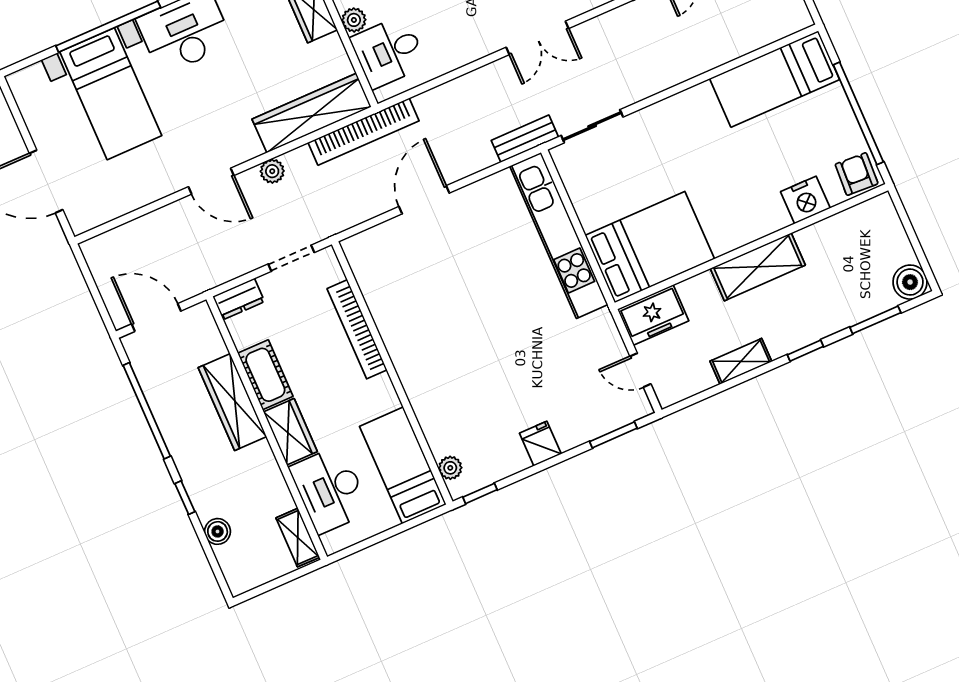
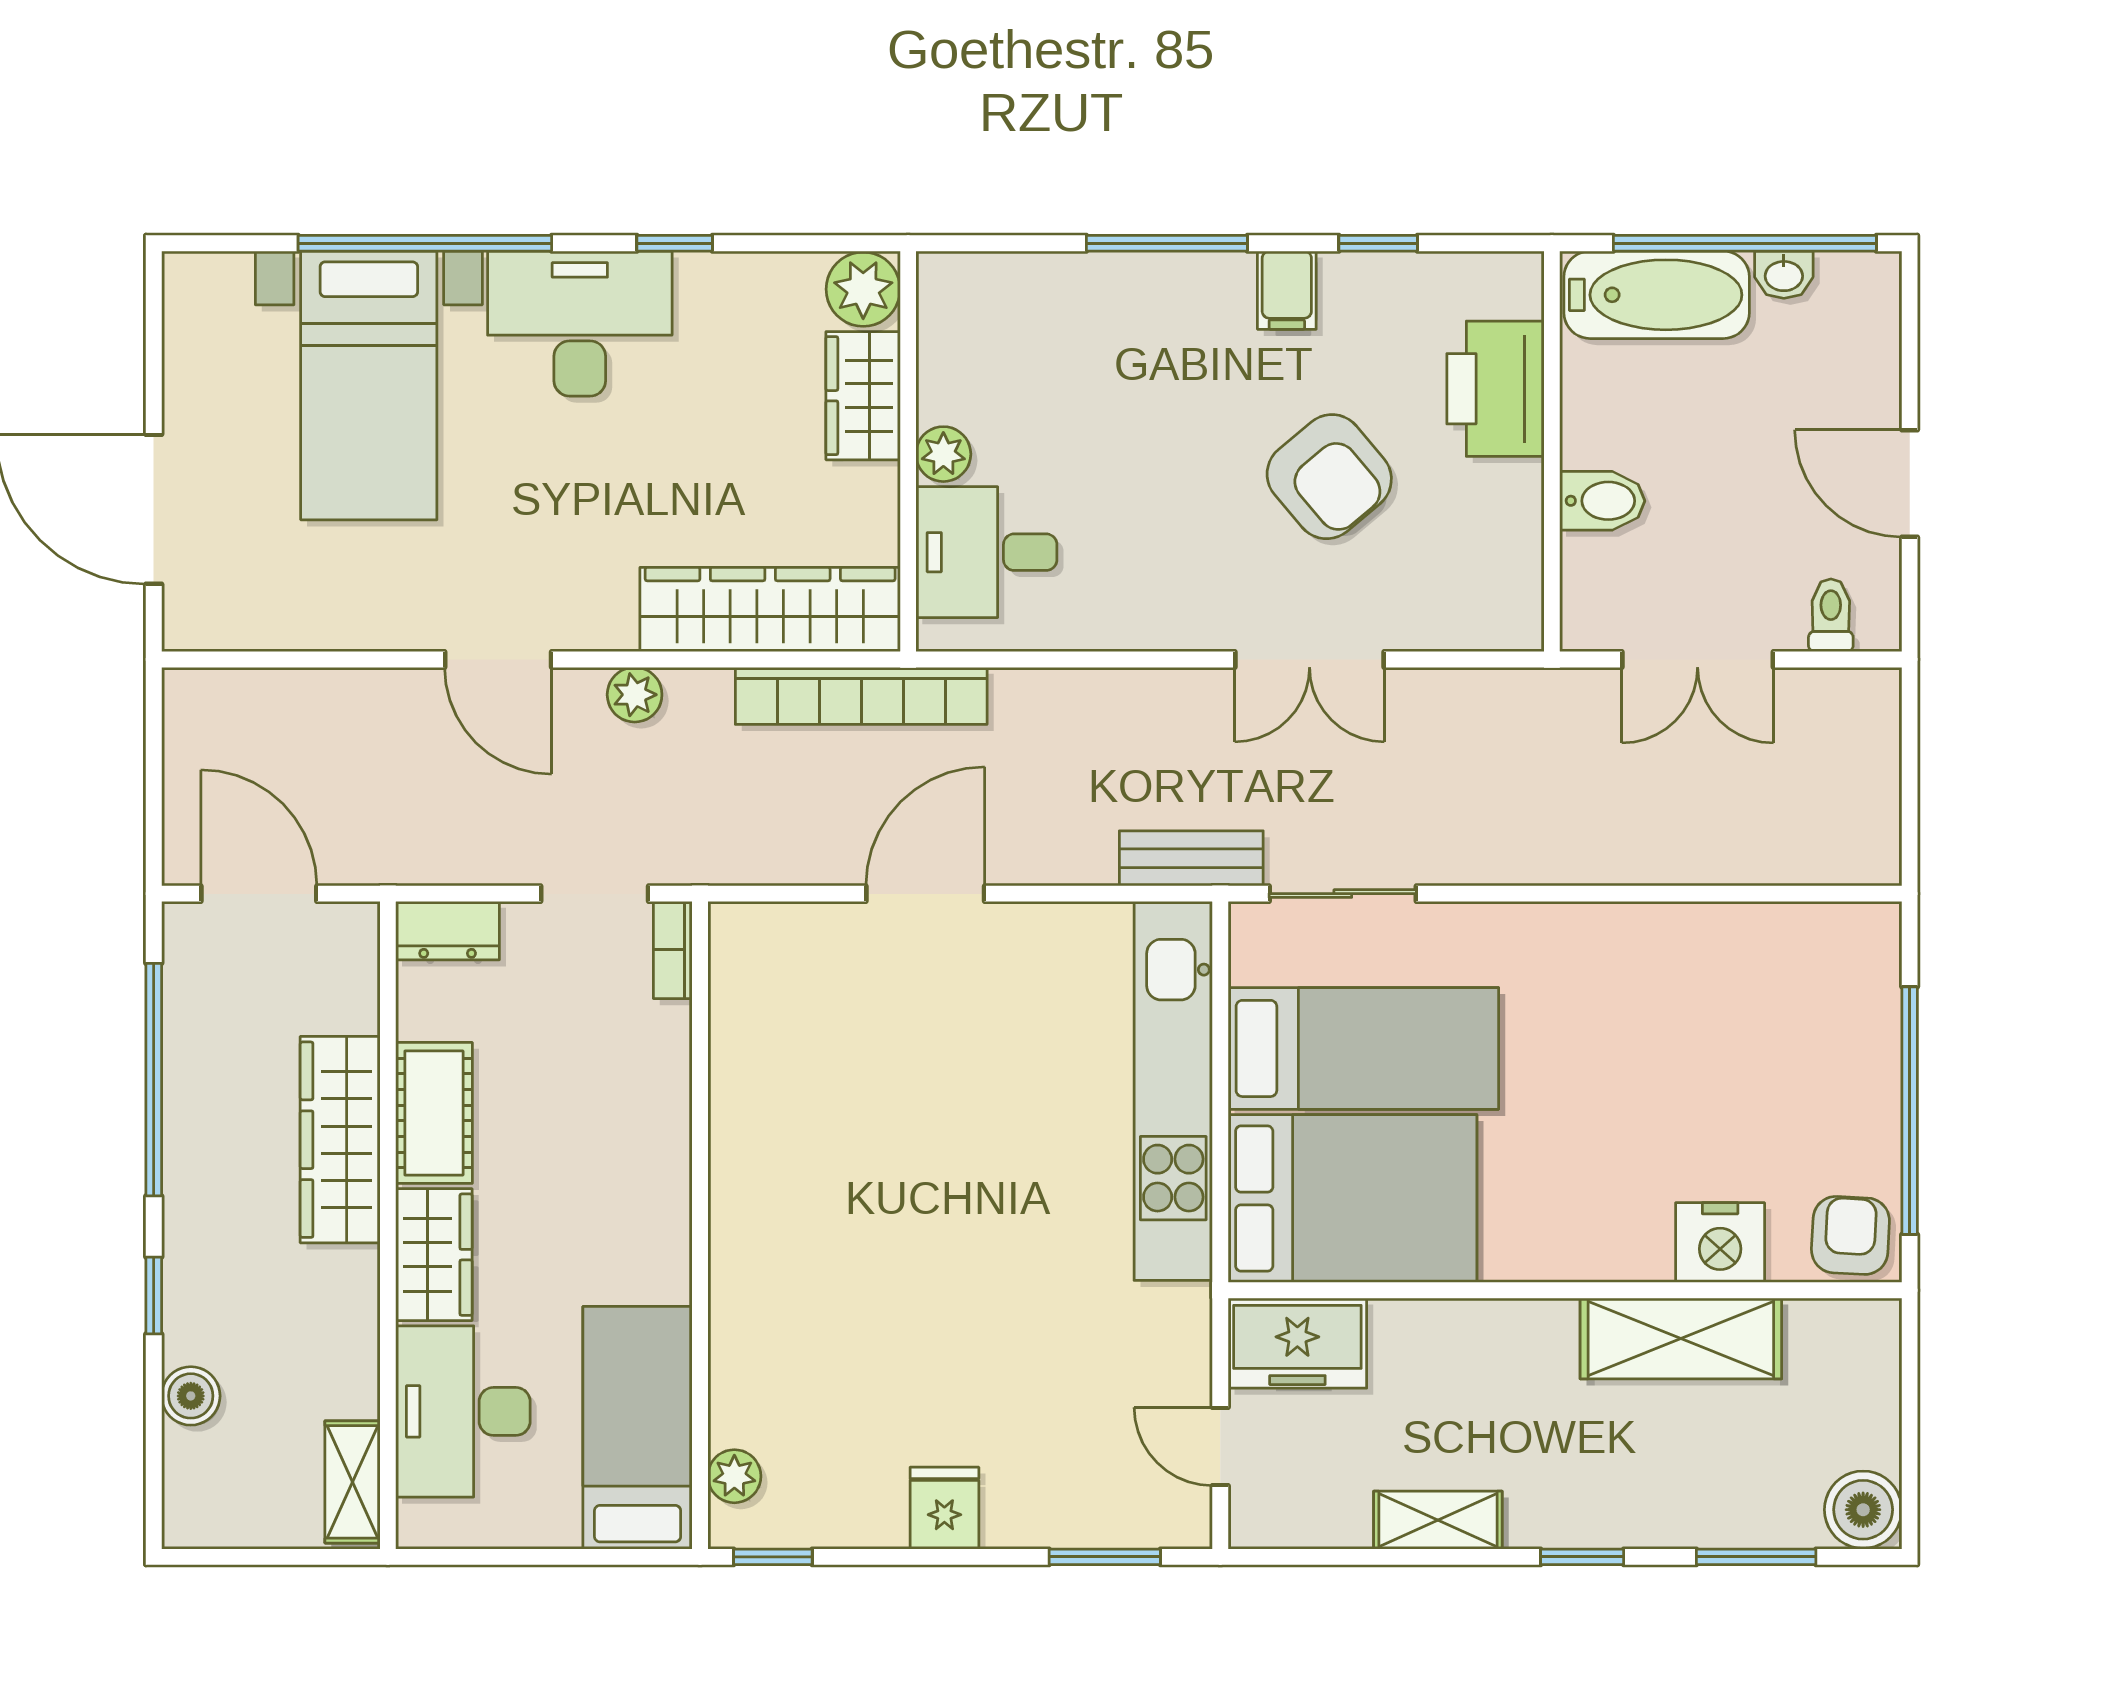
bed: (775, 79) -> (1363, 1048), moved, turned 180
shelving: (758, 267) -> (1681, 1338), moved
bookcase: (357, 329) -> (673, 950), moved, width x0.43, depth x0.76

